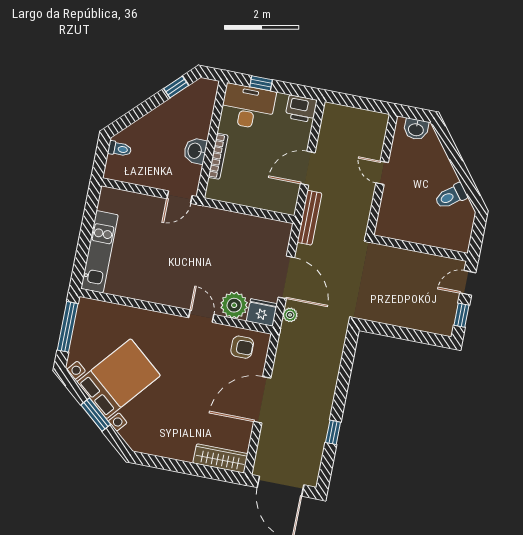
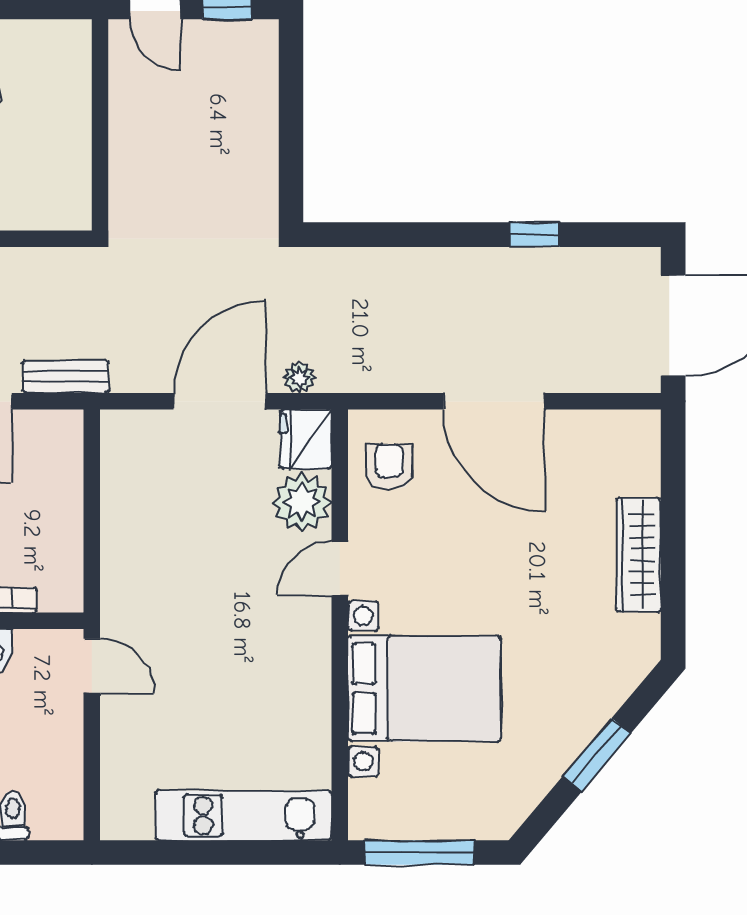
bench: (309, 218) -> (66, 377), width x0.73
bed with nightstands: (119, 379) -> (424, 689), moved, turned 140
wardrobe: (220, 458) -> (639, 555), moved

